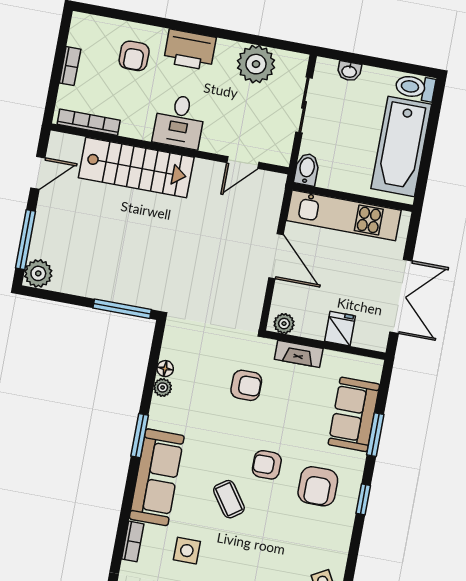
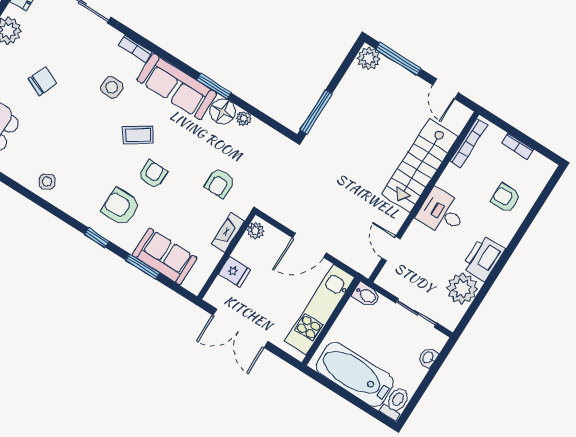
printer: (190, 50) -> (483, 258), moved
floor lamp: (165, 369) -> (223, 111), moved, width x1.89, depth x1.89

